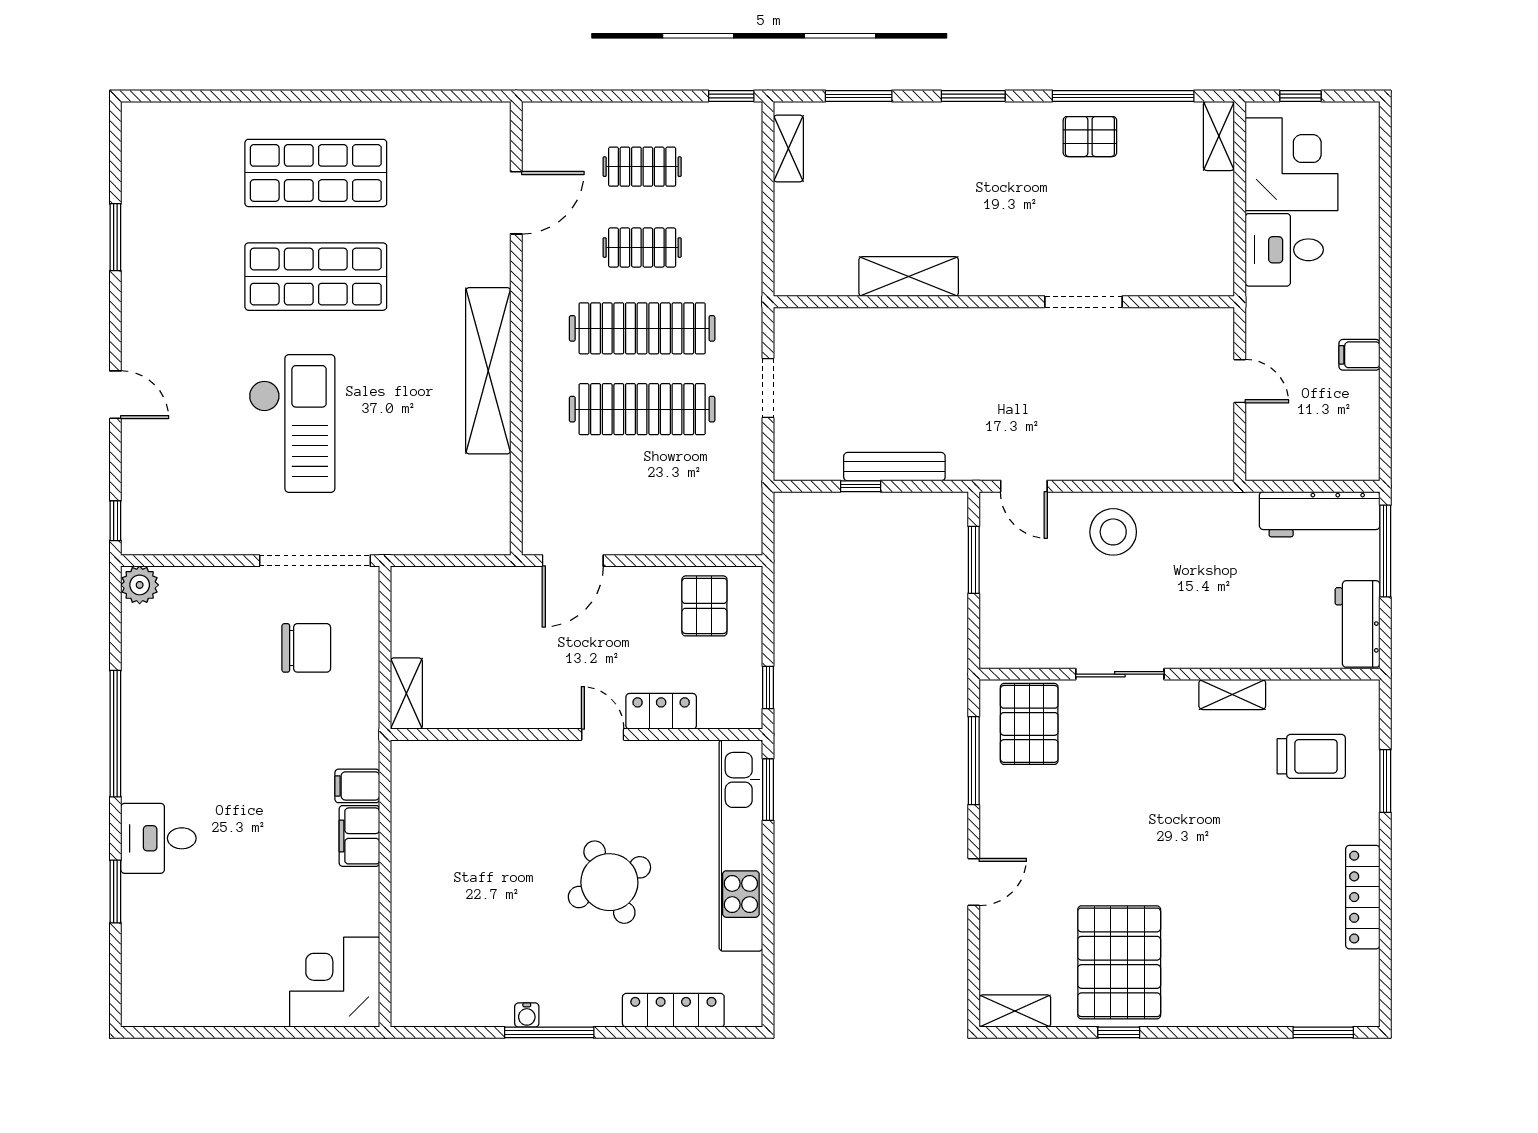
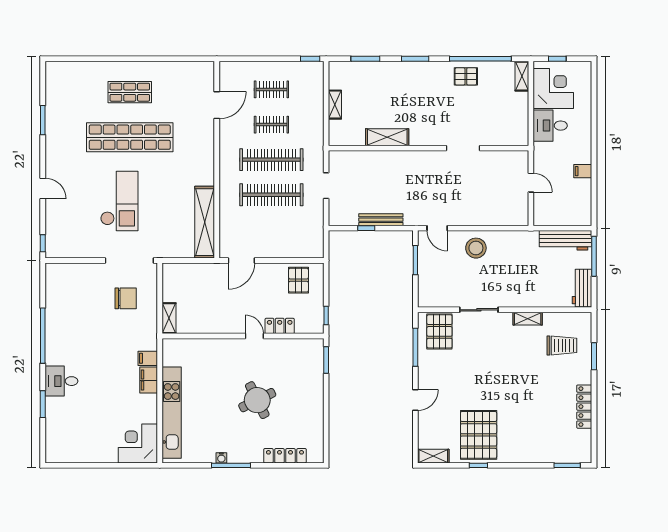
shelving: (788, 148) -> (335, 105), moved
shop shelf: (316, 173) -> (130, 92), width x0.70, depth x0.74
shop shelf: (316, 277) -> (130, 137), width x1.40
shelving: (488, 371) -> (205, 222), moved
plant: (140, 585) -> (53, 271), removed
kitchen unit: (741, 845) -> (172, 413), moved, turned 180

